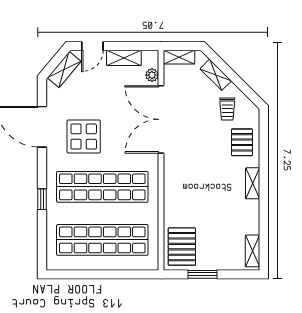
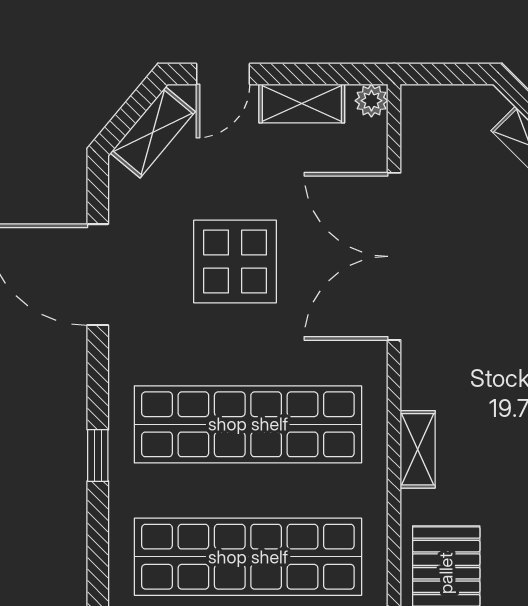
shelving: (179, 57) -> (418, 449), moved, turned 90
plant: (152, 75) -> (371, 101), moved
display table: (84, 137) -> (235, 262), moved

